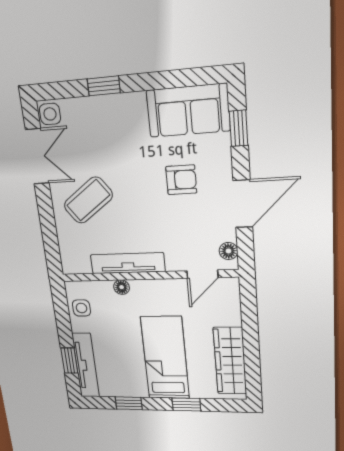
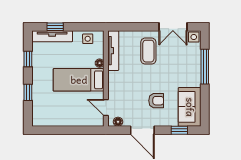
window: (104, 86) -> (205, 67), width x2.17
armchair: (181, 180) -> (156, 101), turned -90
coffee table: (88, 200) -> (148, 51), turned 36
tv unit: (128, 263) -> (113, 51), moved
bed: (165, 358) -> (79, 80), moved, turned 180
wardrobe: (230, 361) -> (55, 119), removed

